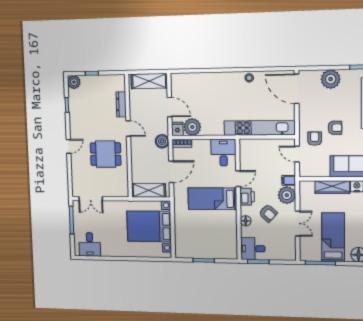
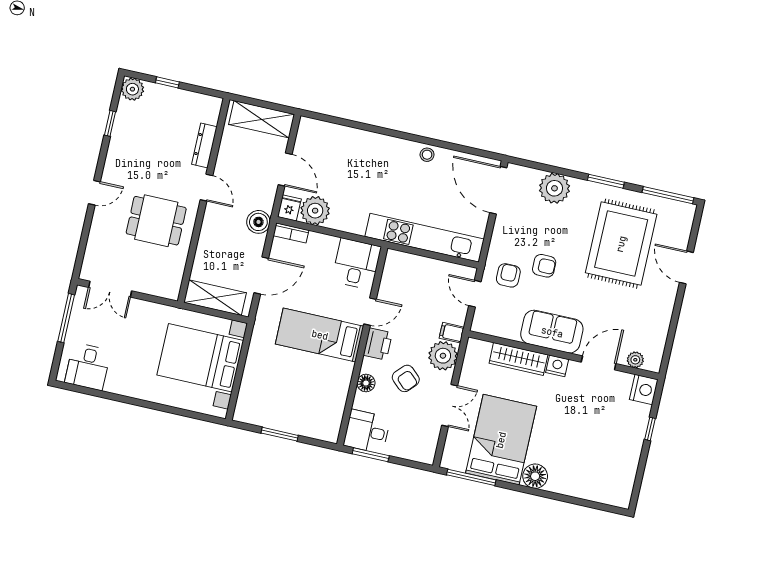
bed: (333, 237) -> (501, 440), width x1.50

